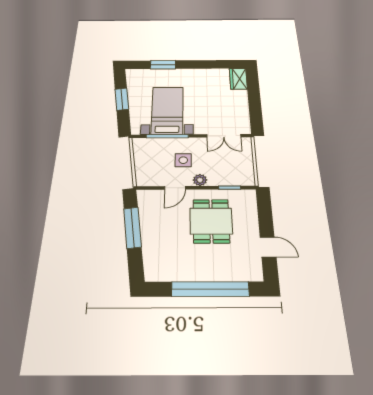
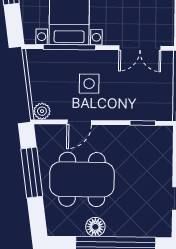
plant: (200, 180) -> (42, 111), moved
dining table: (211, 221) -> (82, 179), moved, width x1.38
floor lamp: (190, 273) -> (95, 227), added

